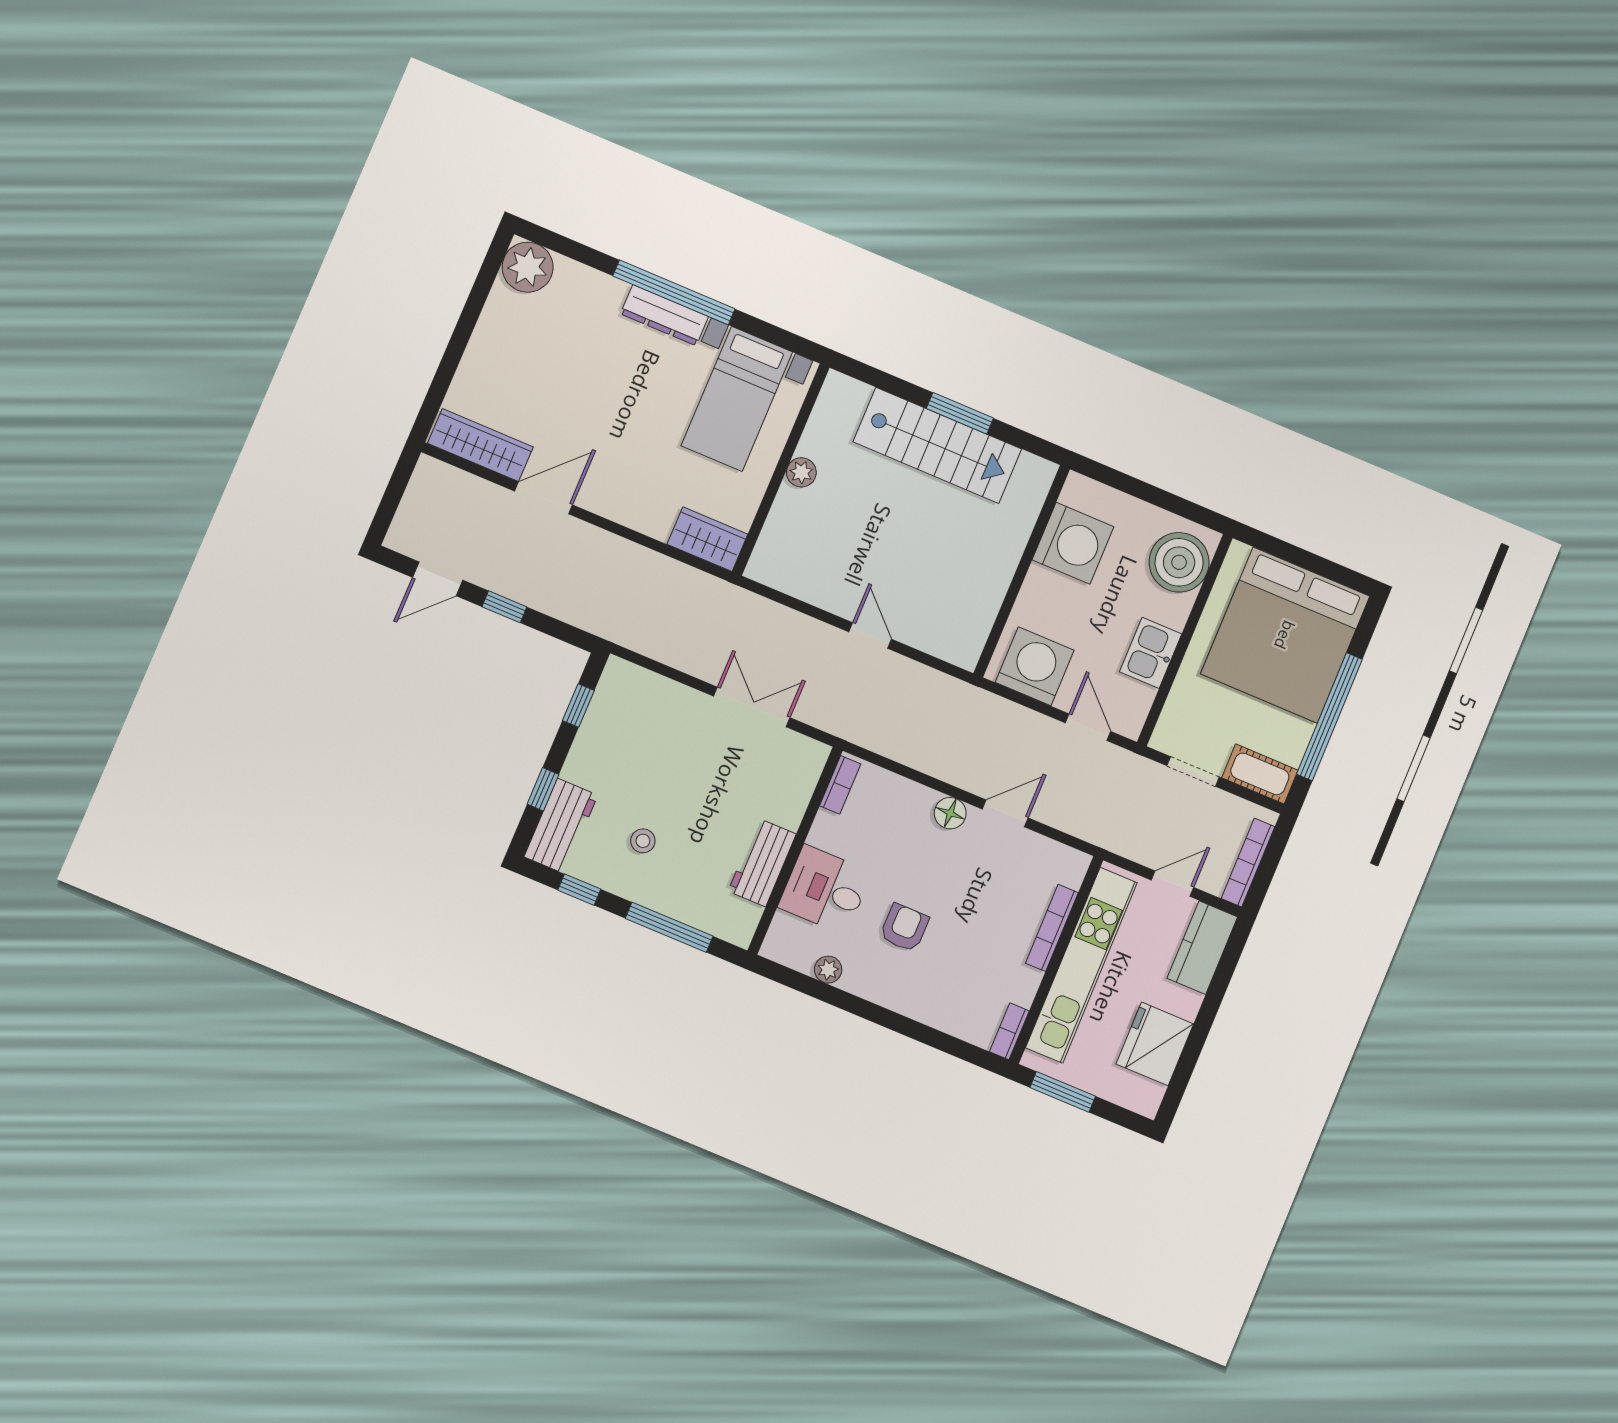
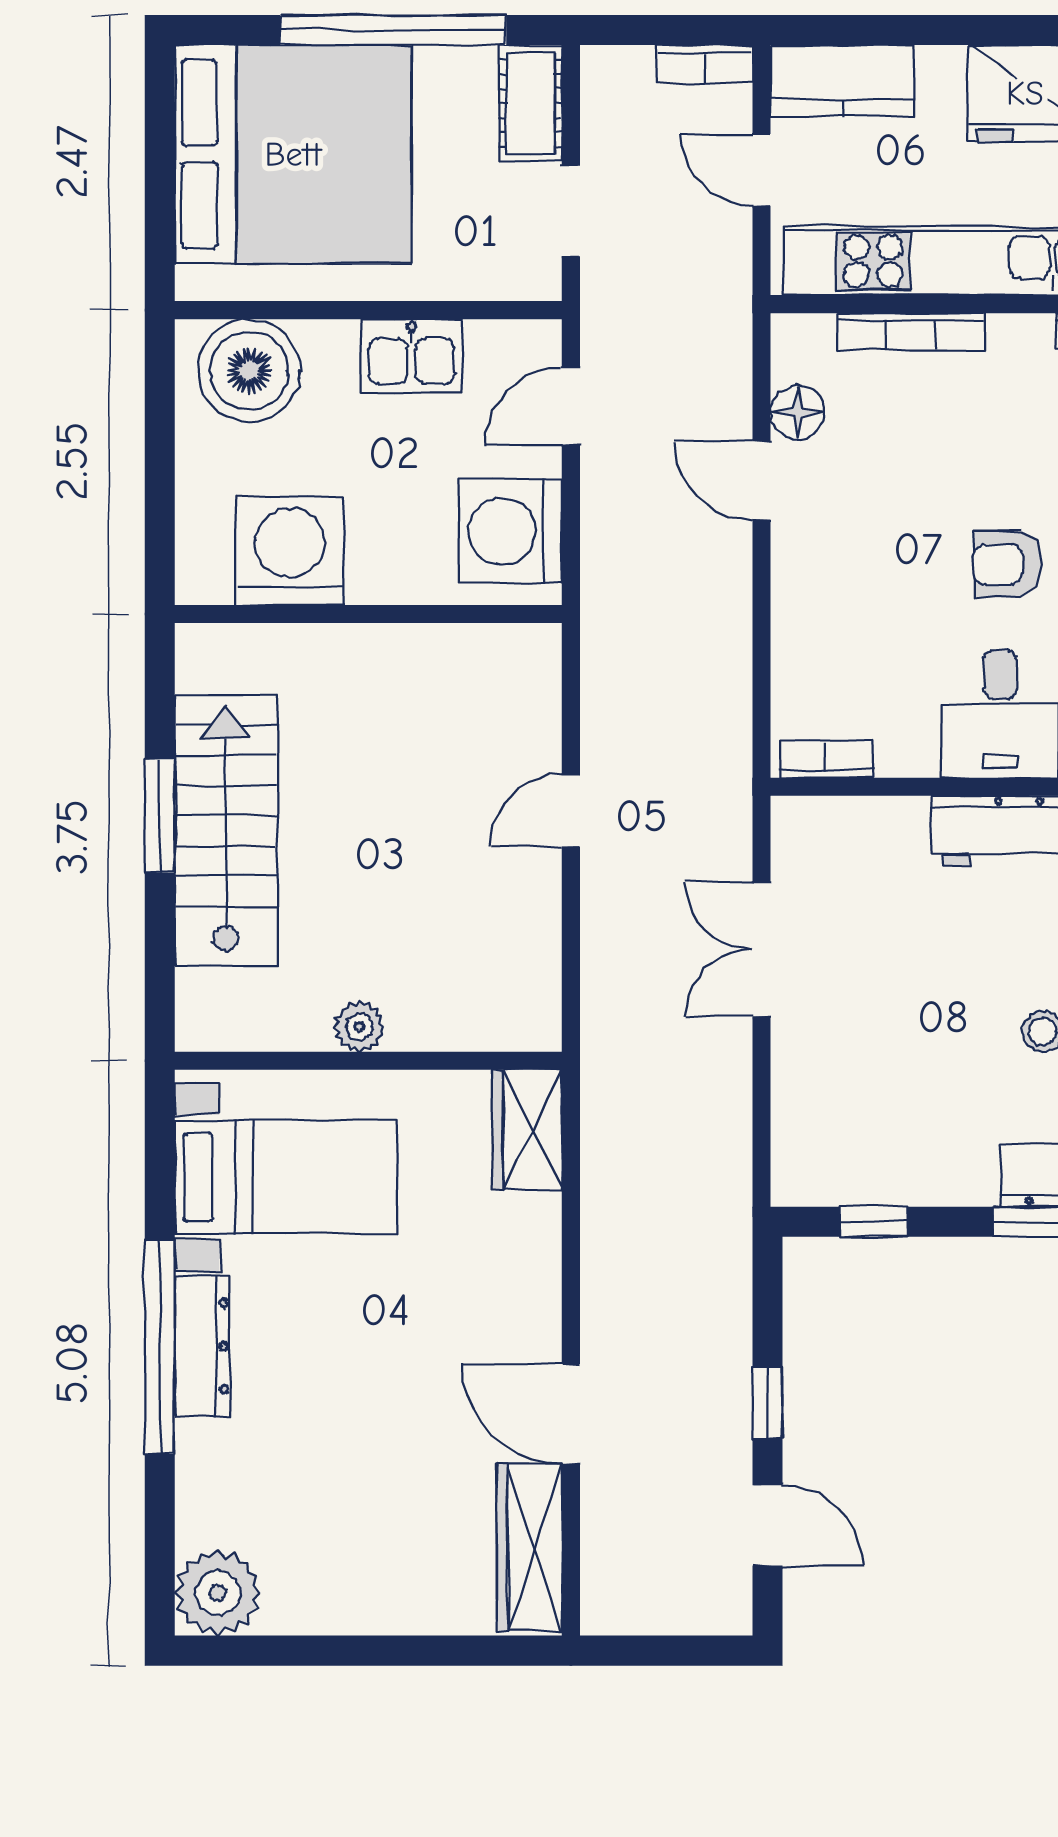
floor lamp: (950, 813) -> (797, 413), moved
bookcase: (1248, 862) -> (705, 64), width x0.64

